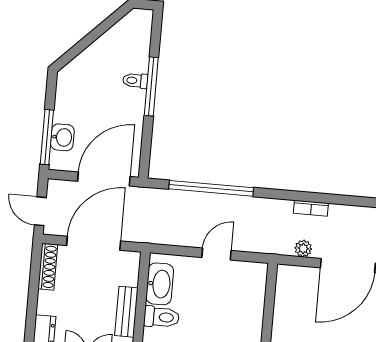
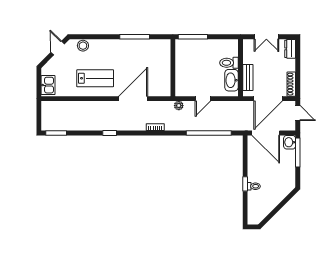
window: (151, 87) -> (245, 184), width x0.46
washbasin: (62, 137) -> (290, 142), moved
door: (104, 179) -> (266, 133), hinge flipped
plant: (303, 248) -> (179, 106), moved
bench: (126, 312) -> (248, 77), moved

